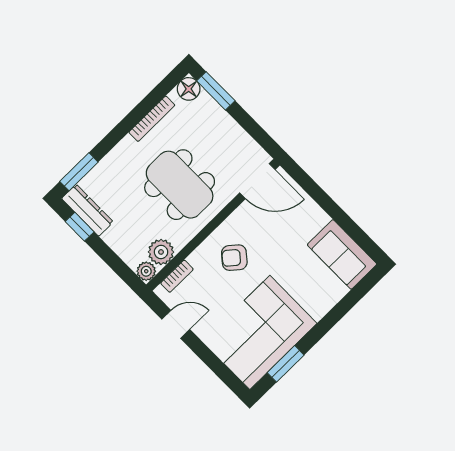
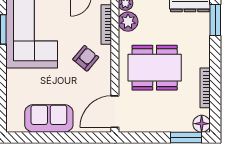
sofa: (342, 254) -> (49, 118), moved
bookcase: (177, 276) -> (106, 24), width x1.56

